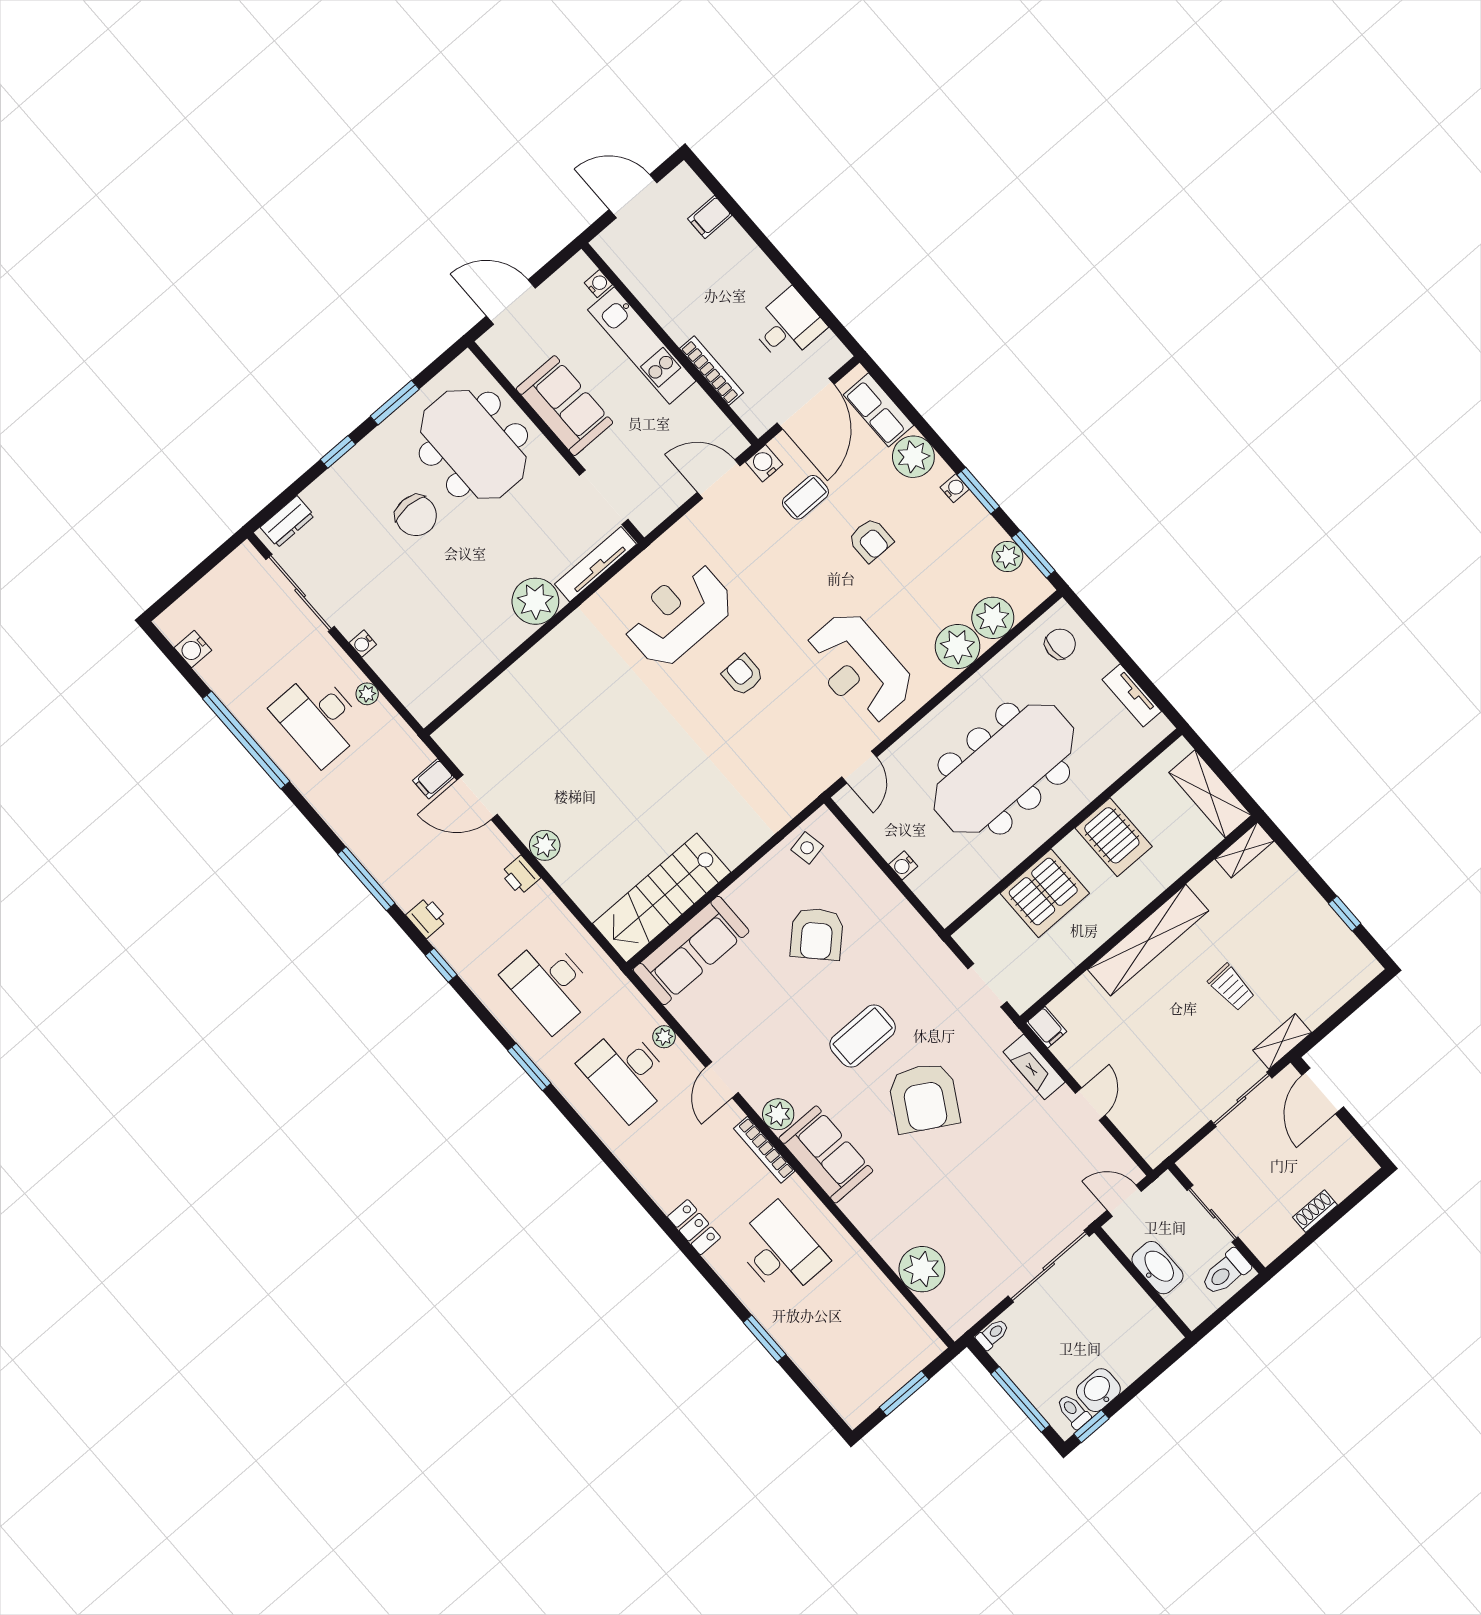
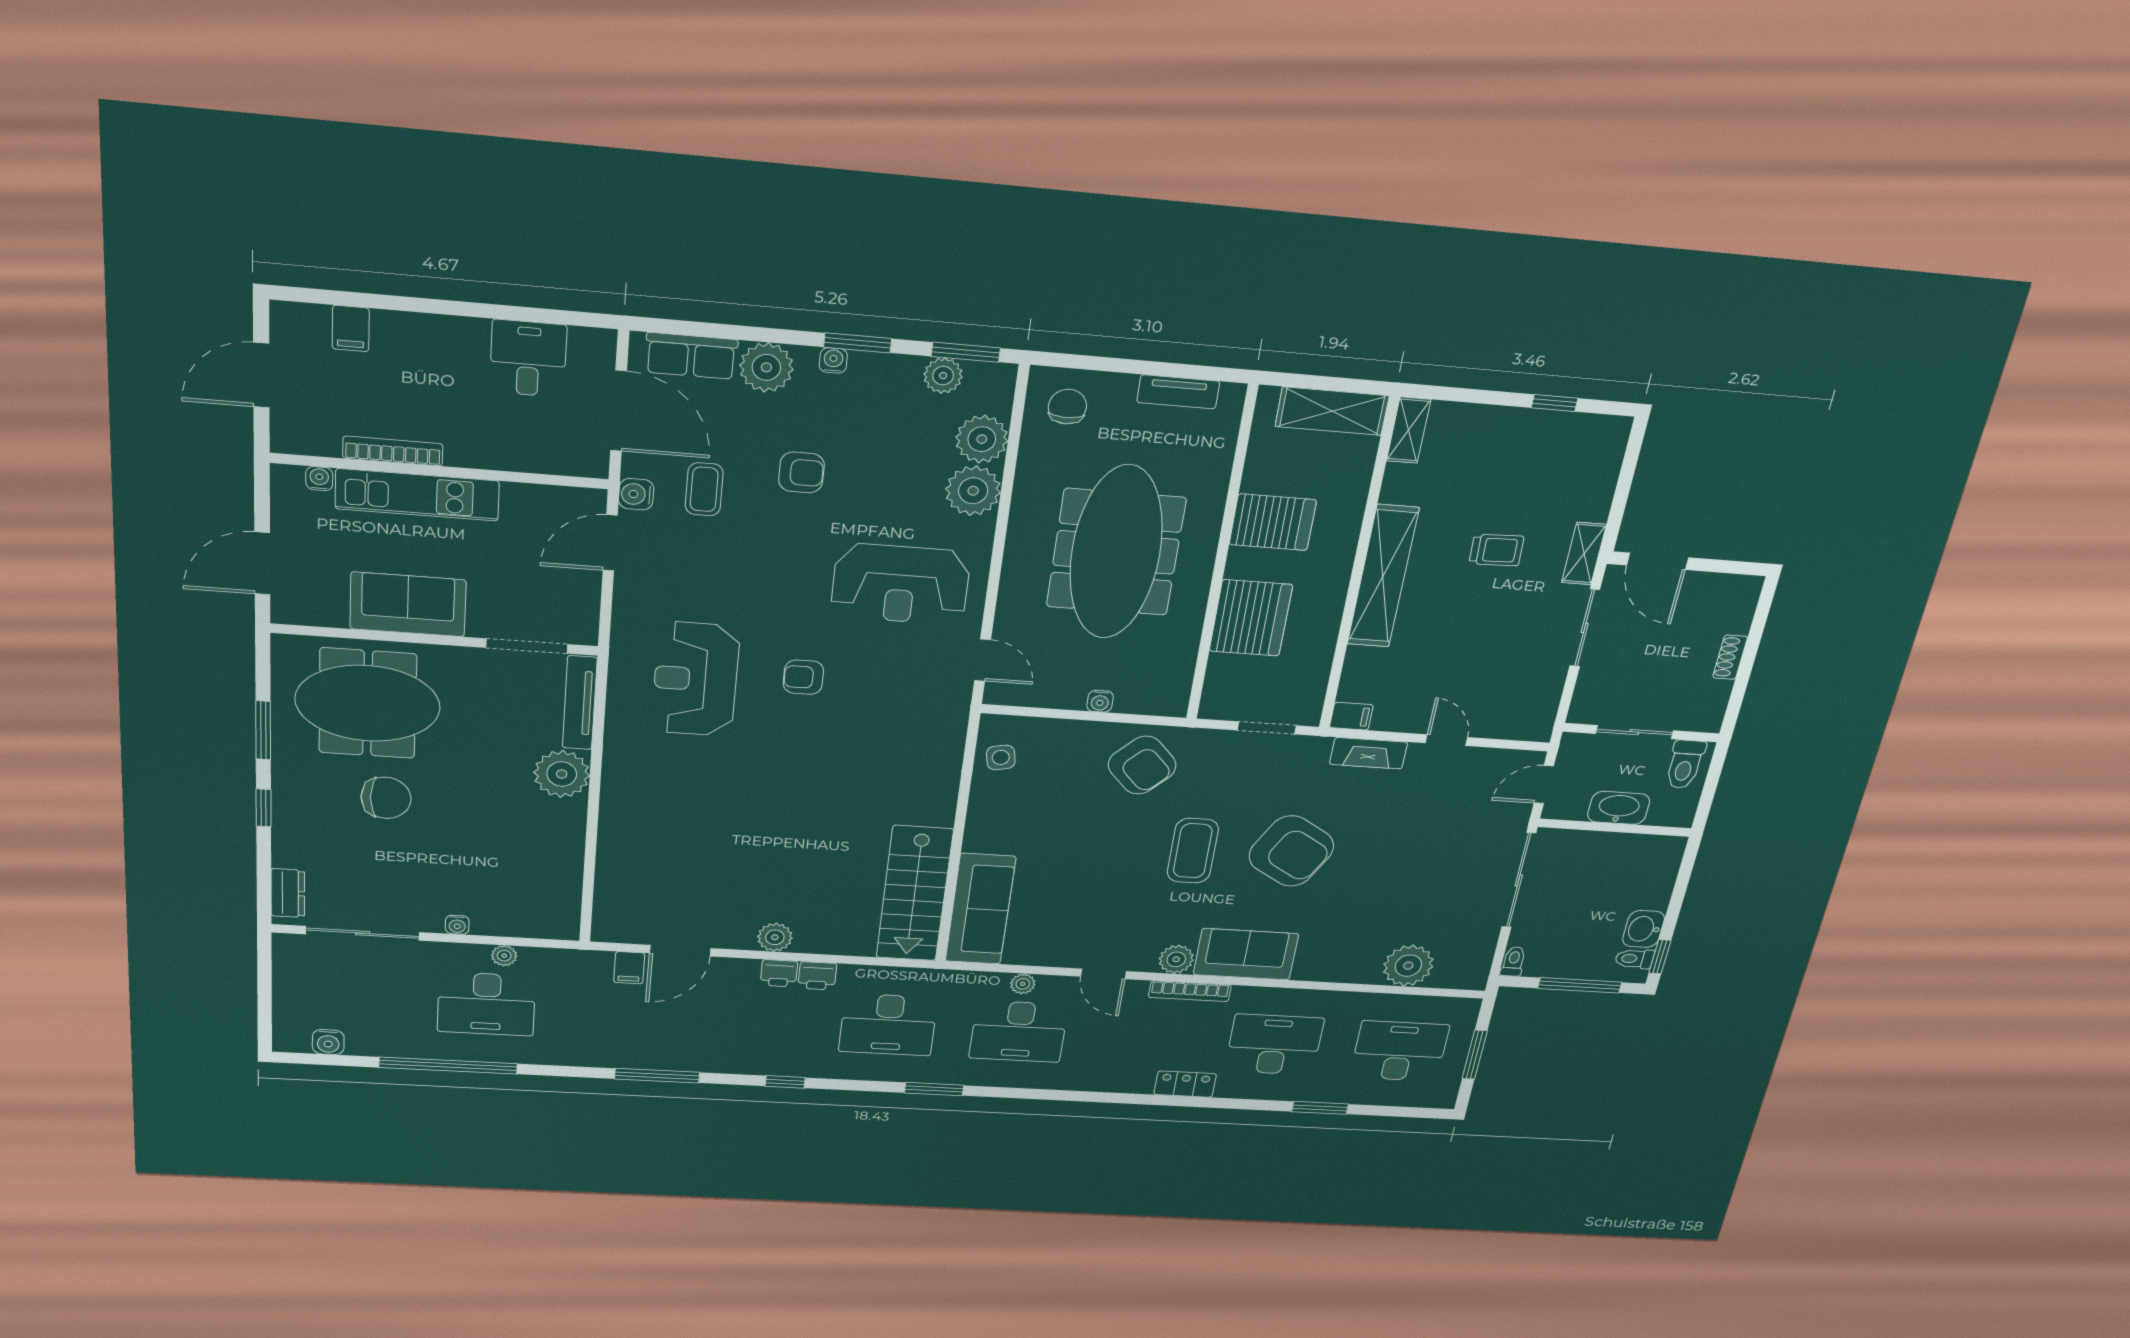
bookcase: (712, 371) -> (393, 451), moved
printer: (427, 917) -> (817, 976), moved, turned 180
armchair: (817, 934) -> (1142, 765), moved
desk: (857, 1340) -> (1399, 1051), added

